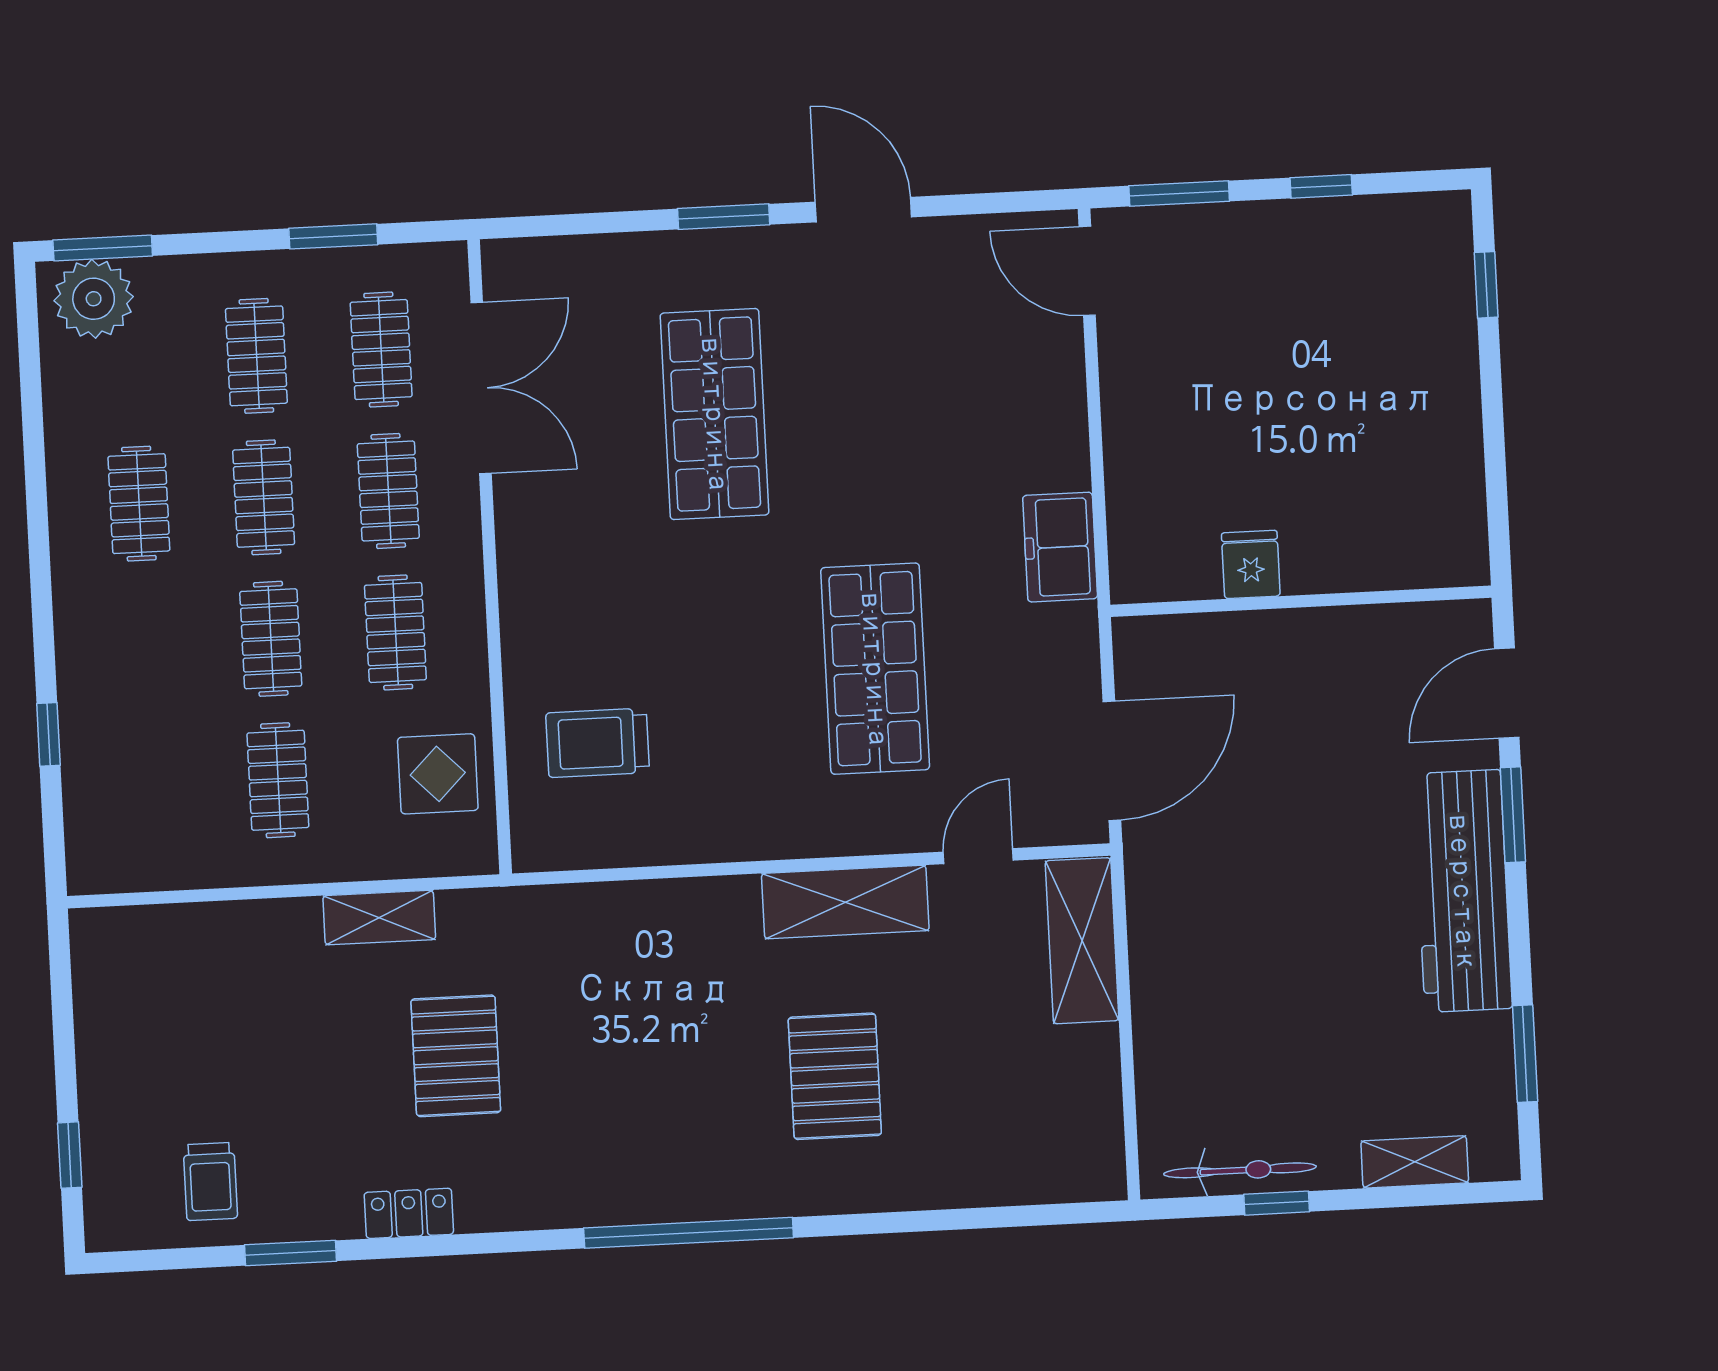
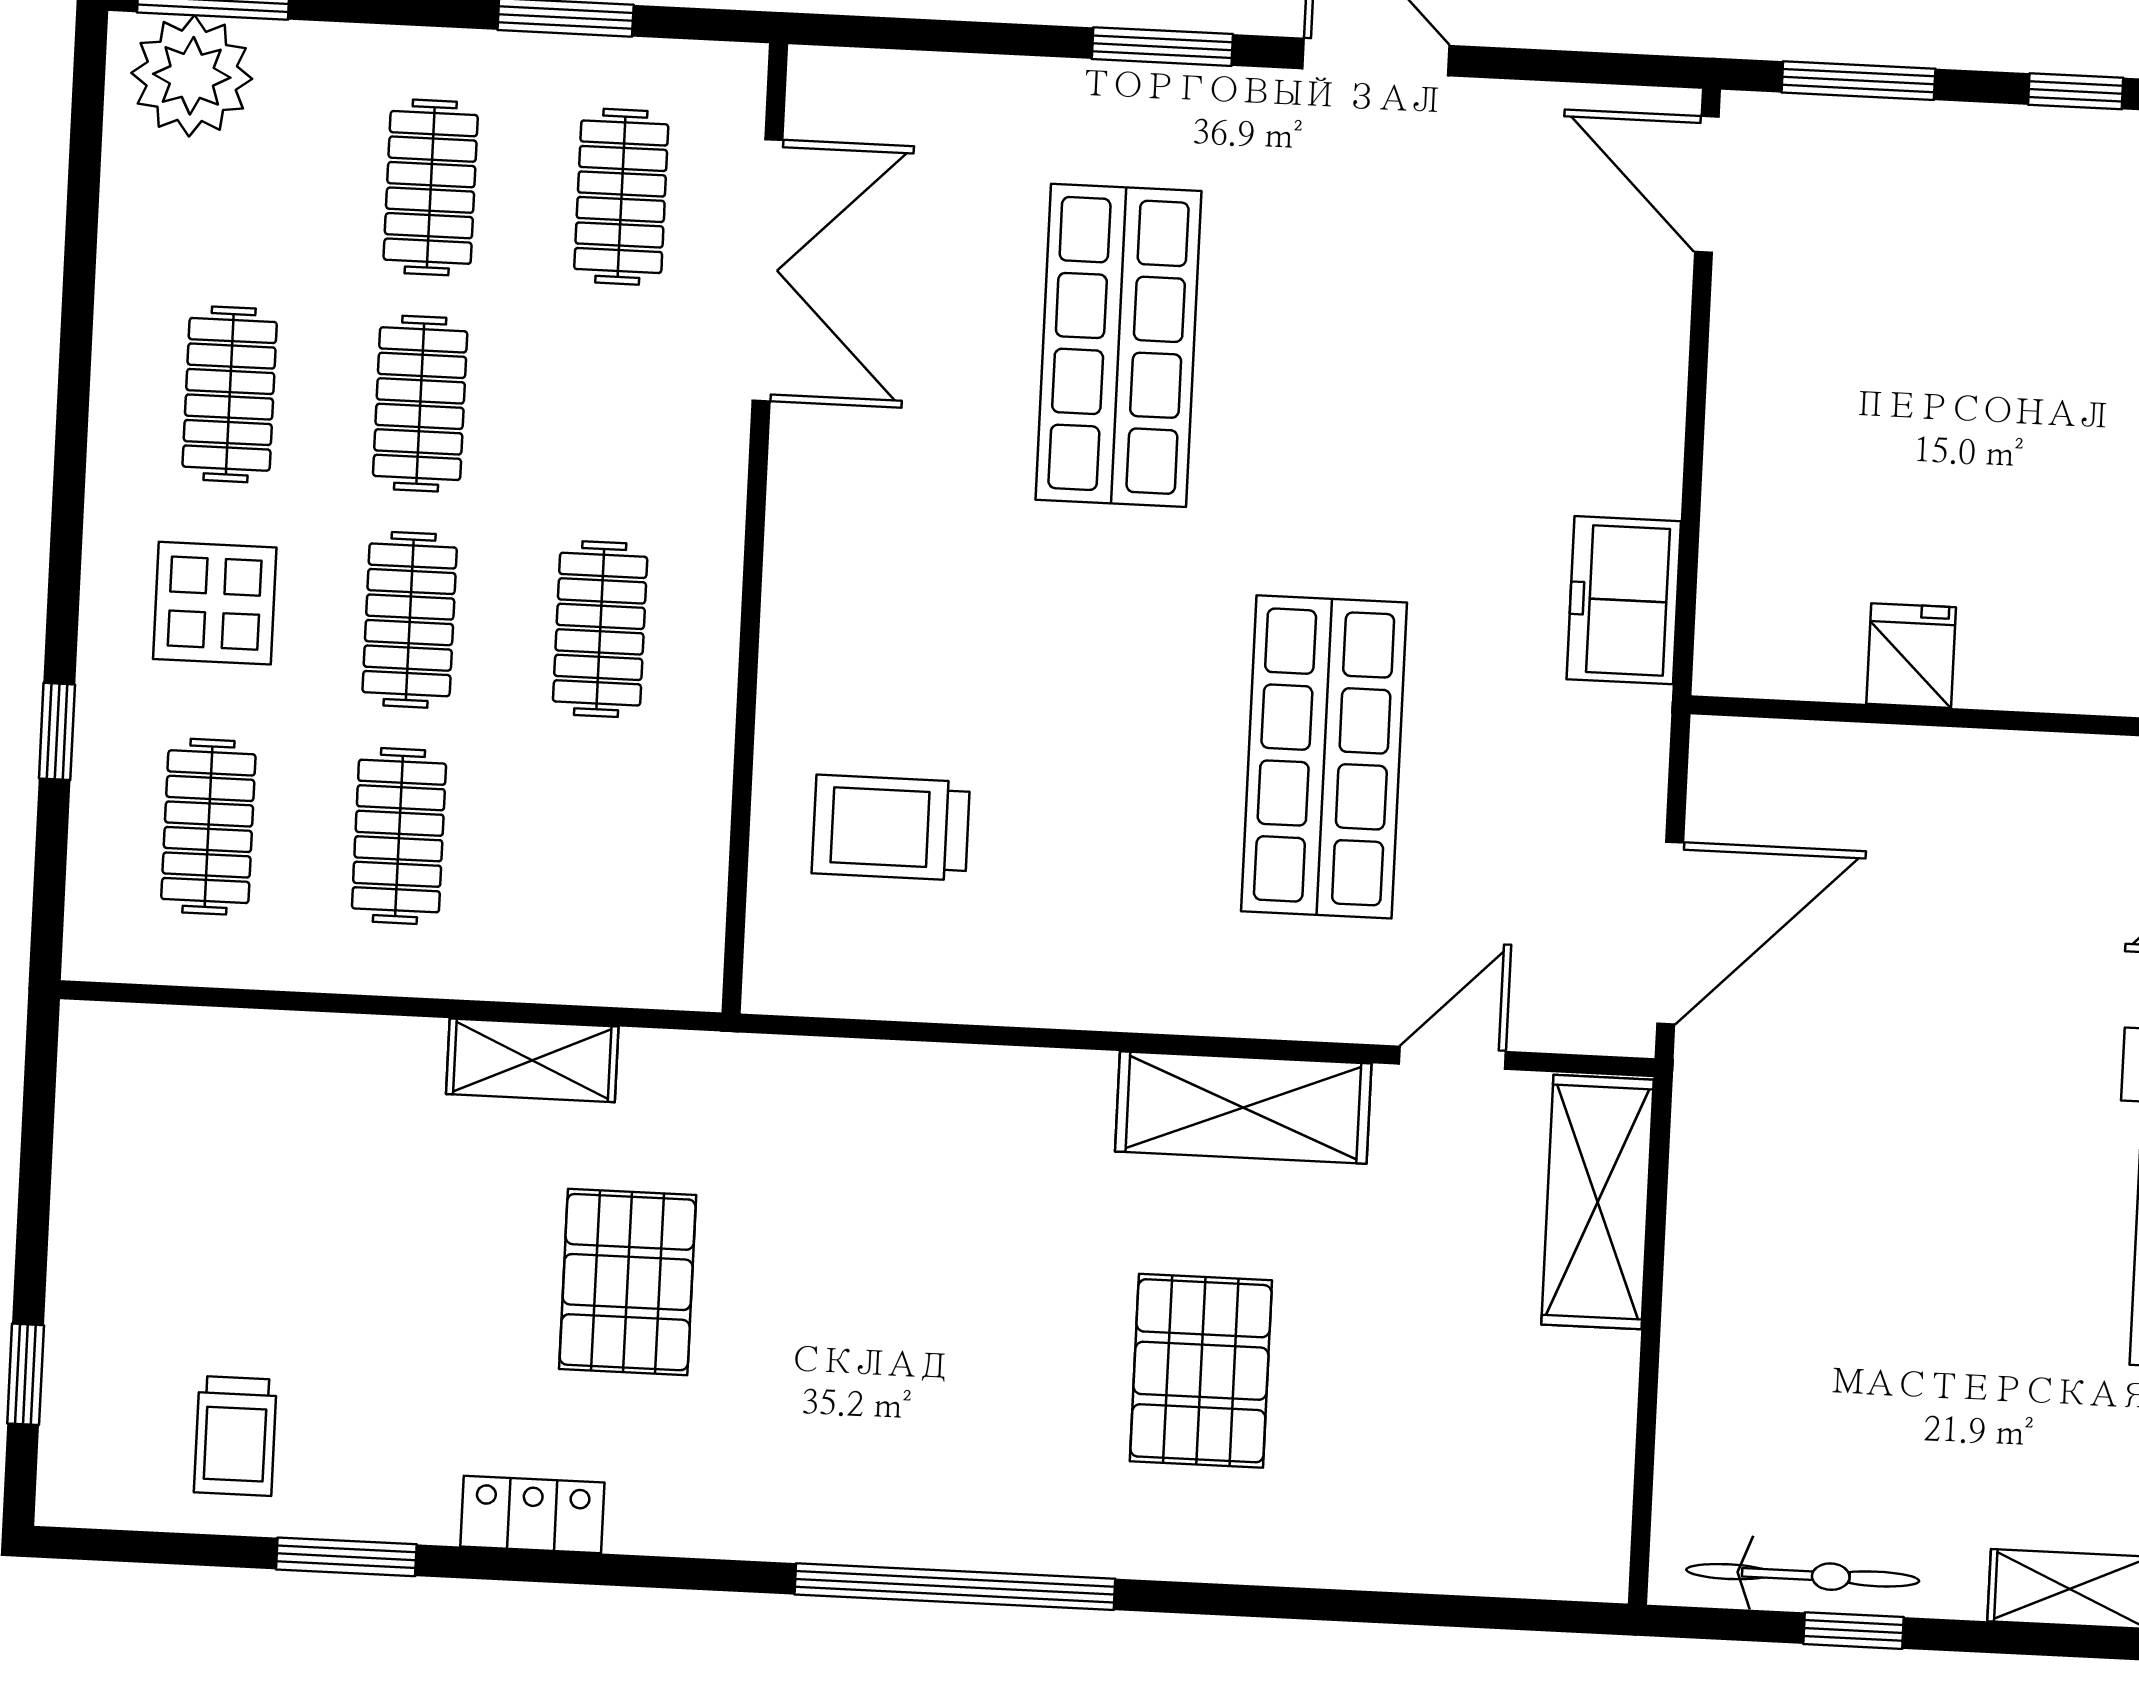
clothes rail: (388, 491) -> (208, 827), moved
display table: (438, 774) -> (215, 603), moved

